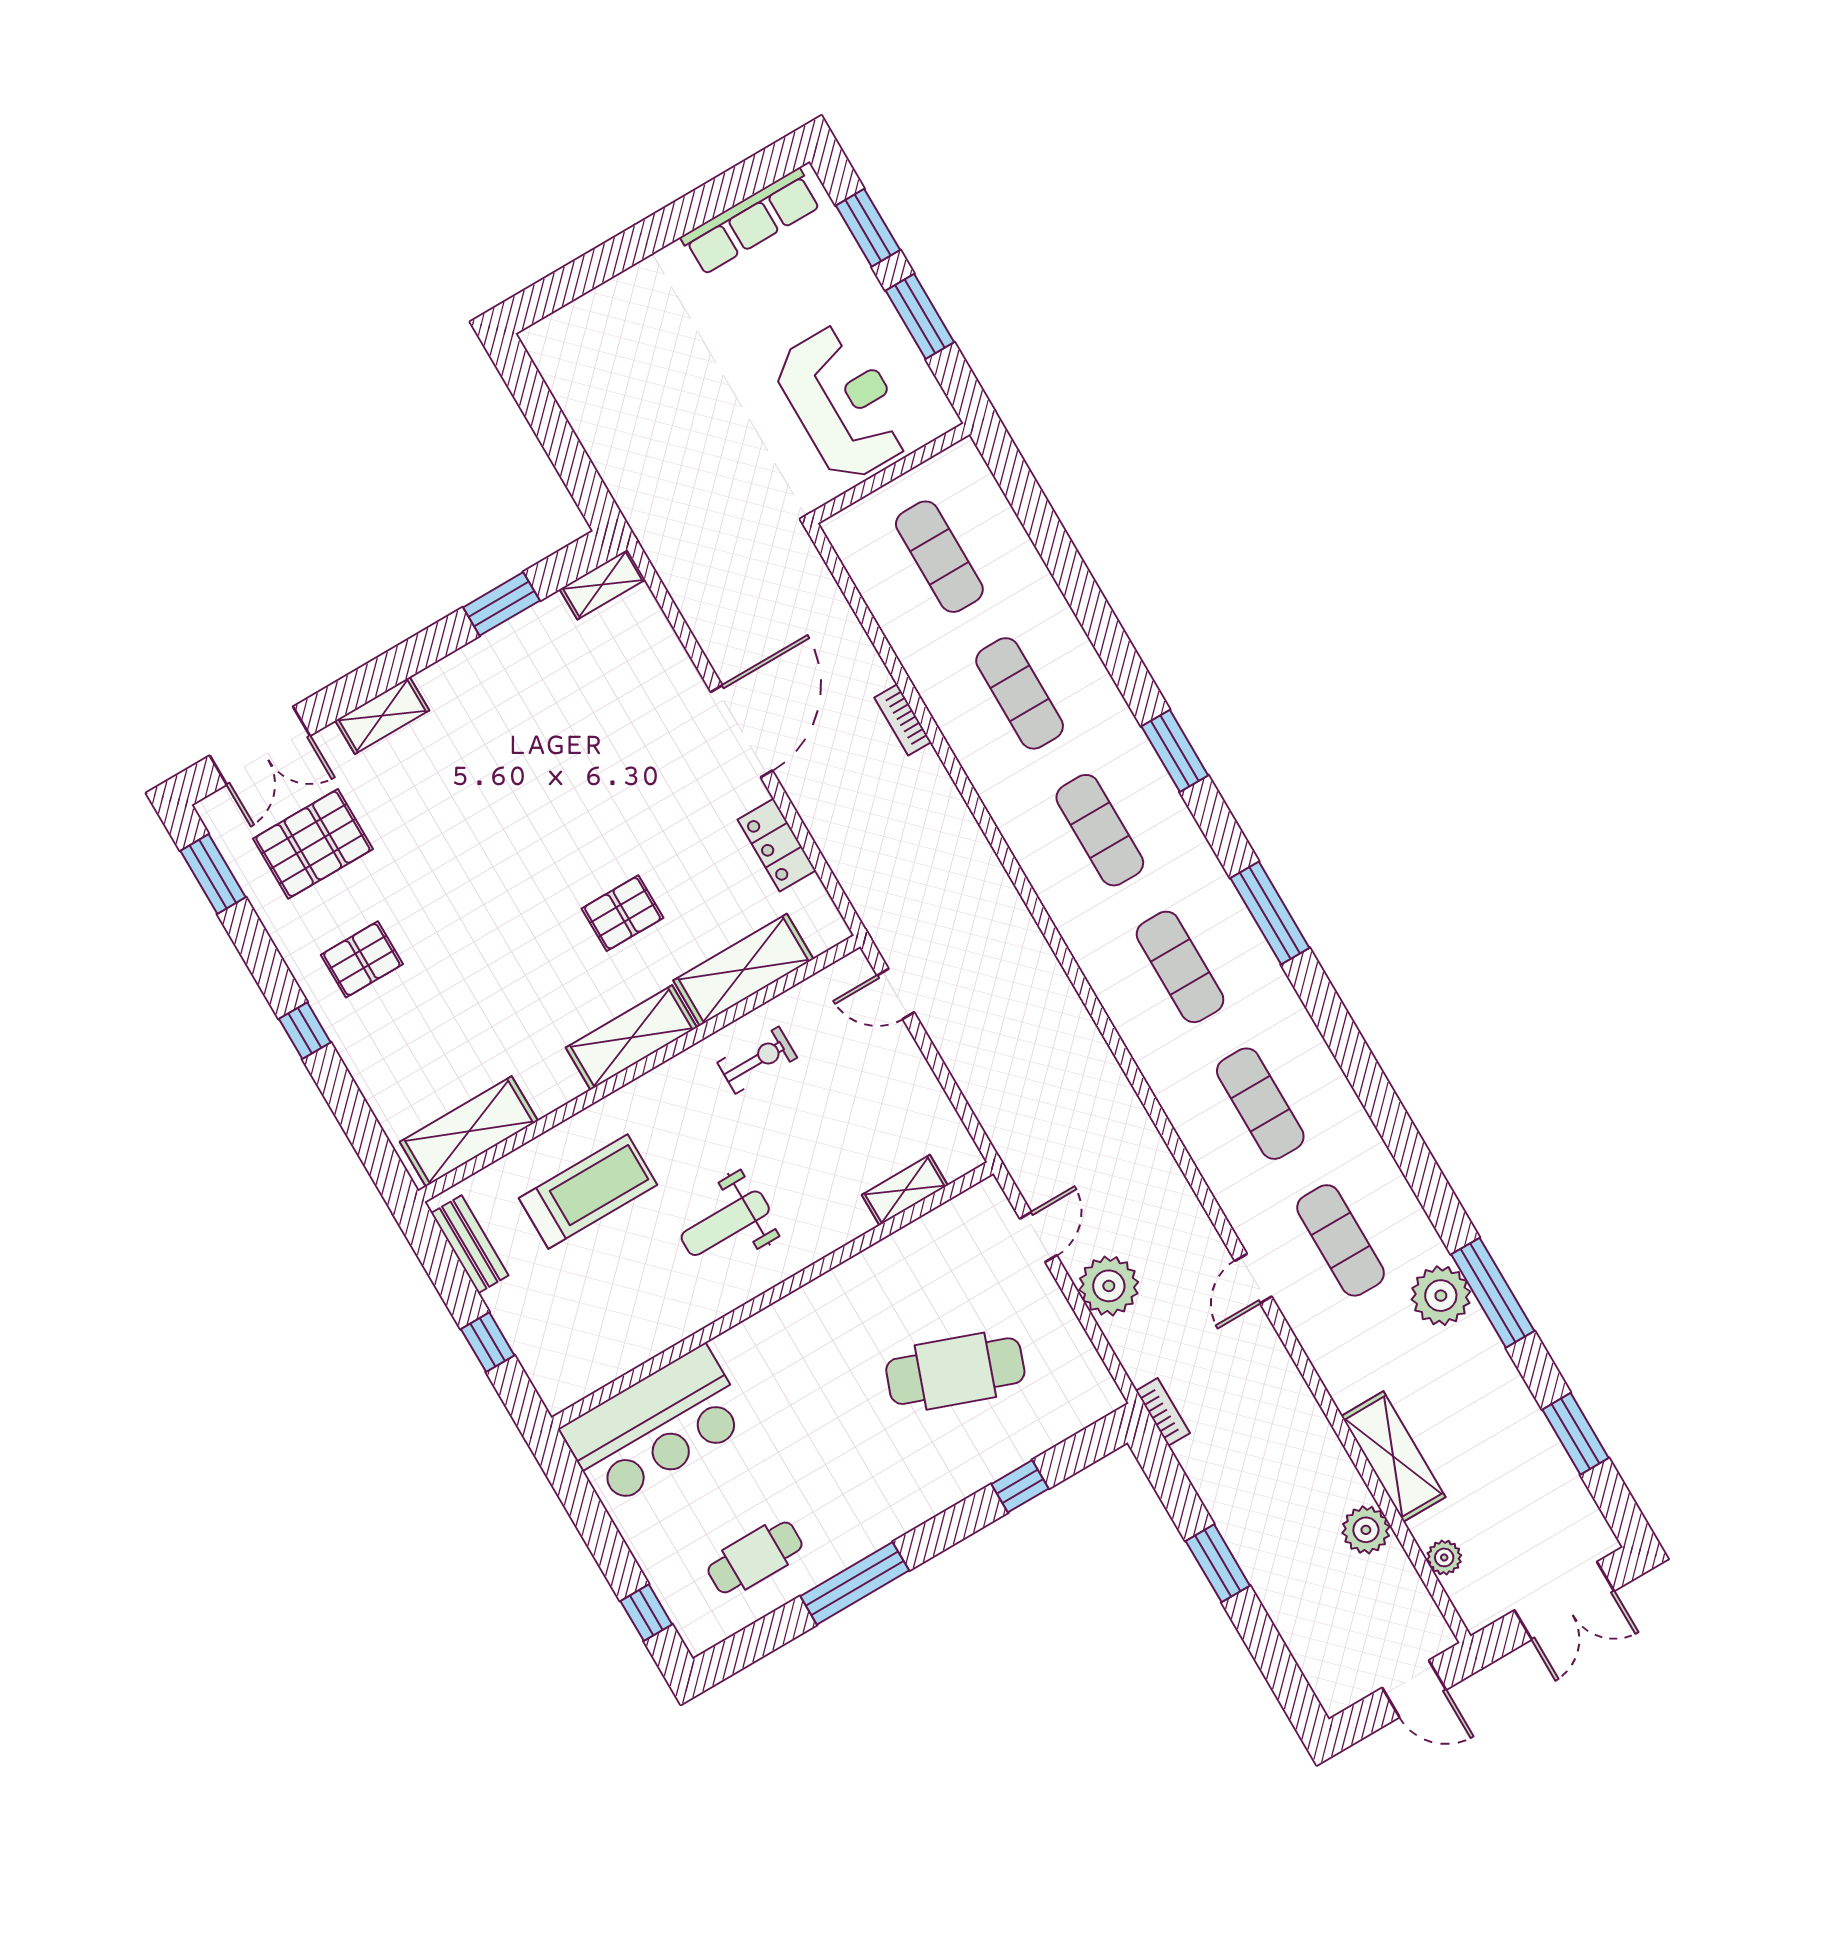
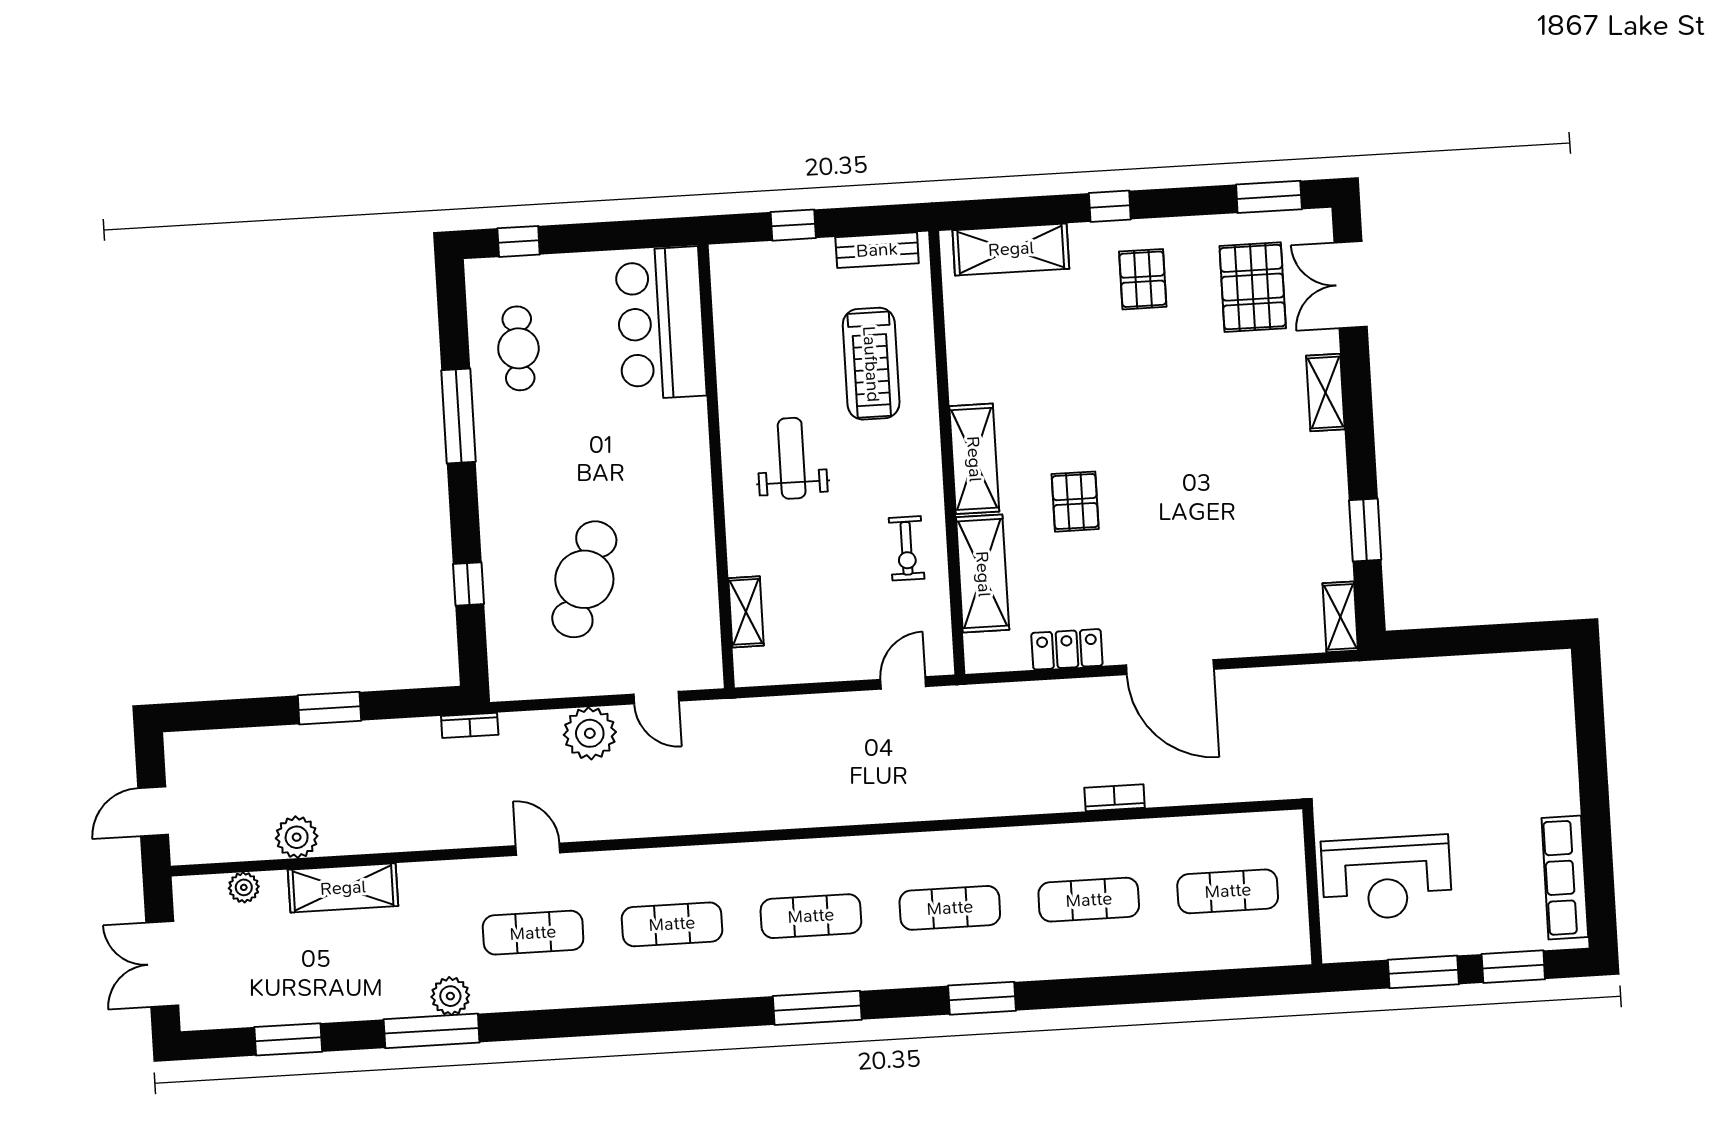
shelving: (469, 1131) -> (1011, 249), moved, turned 90
plant: (1441, 1296) -> (450, 996), width x0.73, depth x0.73

